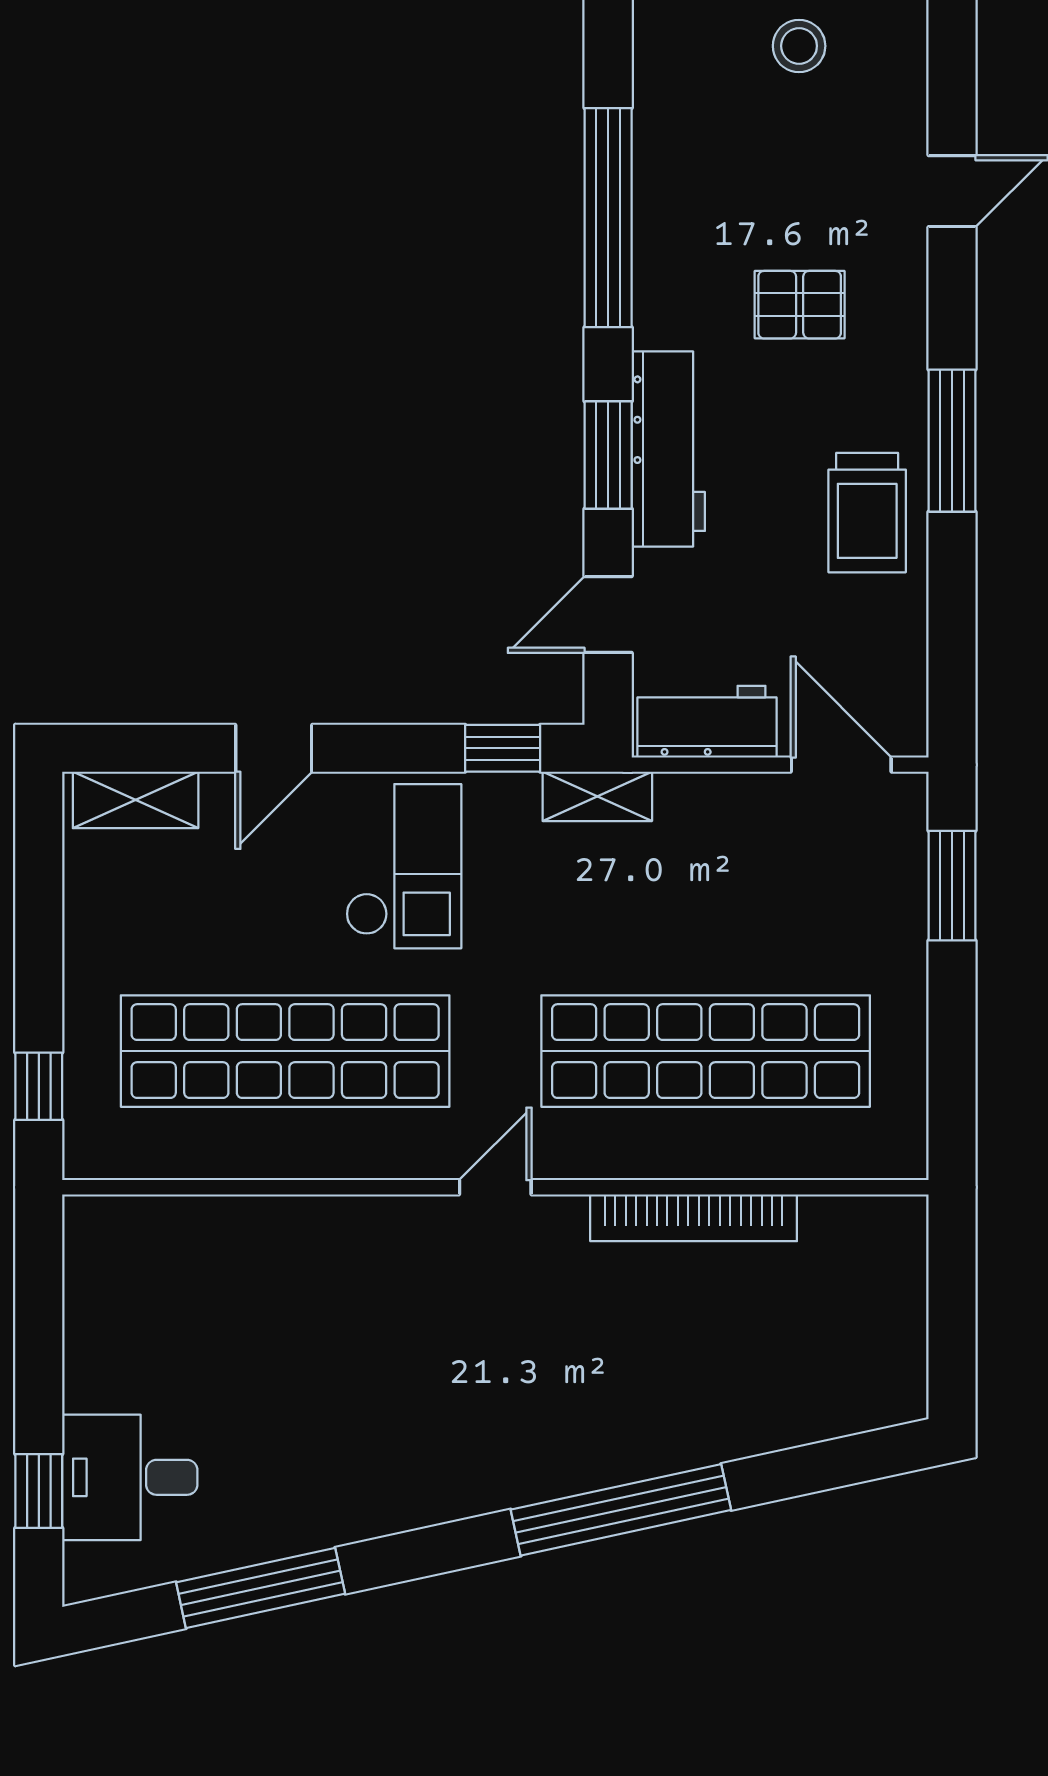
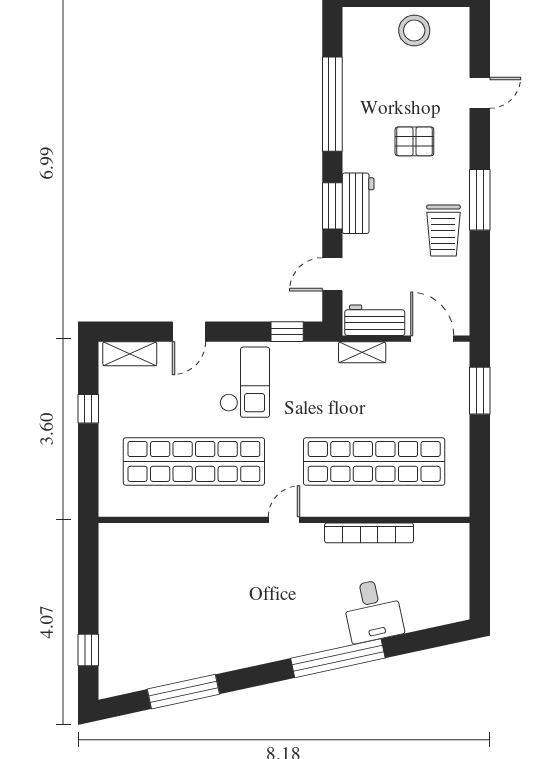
stool: (799, 46) -> (414, 31), width x1.38, depth x1.38
workbench: (668, 449) -> (358, 203), width x0.73
shelving: (597, 796) -> (362, 352), moved
window: (39, 1086) -> (88, 409), moved
desk: (130, 1477) -> (373, 611), moved, turned -102

